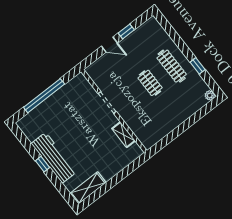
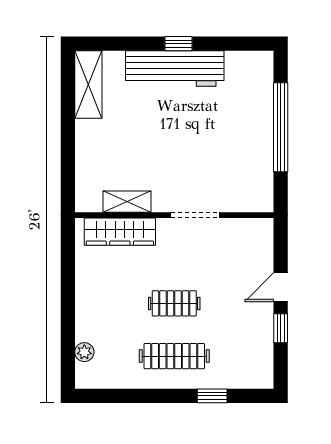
window: (198, 66) -> (212, 396), moved
plant: (210, 95) -> (84, 352), moved
wardrobe: (138, 128) -> (120, 232), added

